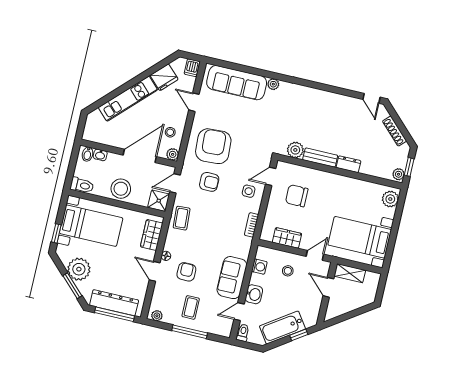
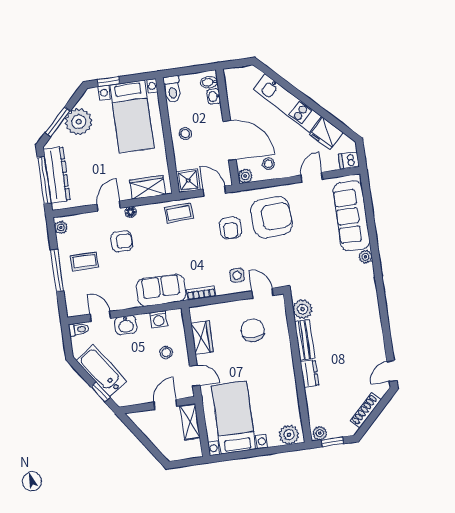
stool: (121, 189) -> (185, 134), width x0.53, depth x0.53
sofa: (232, 278) -> (161, 290), moved

